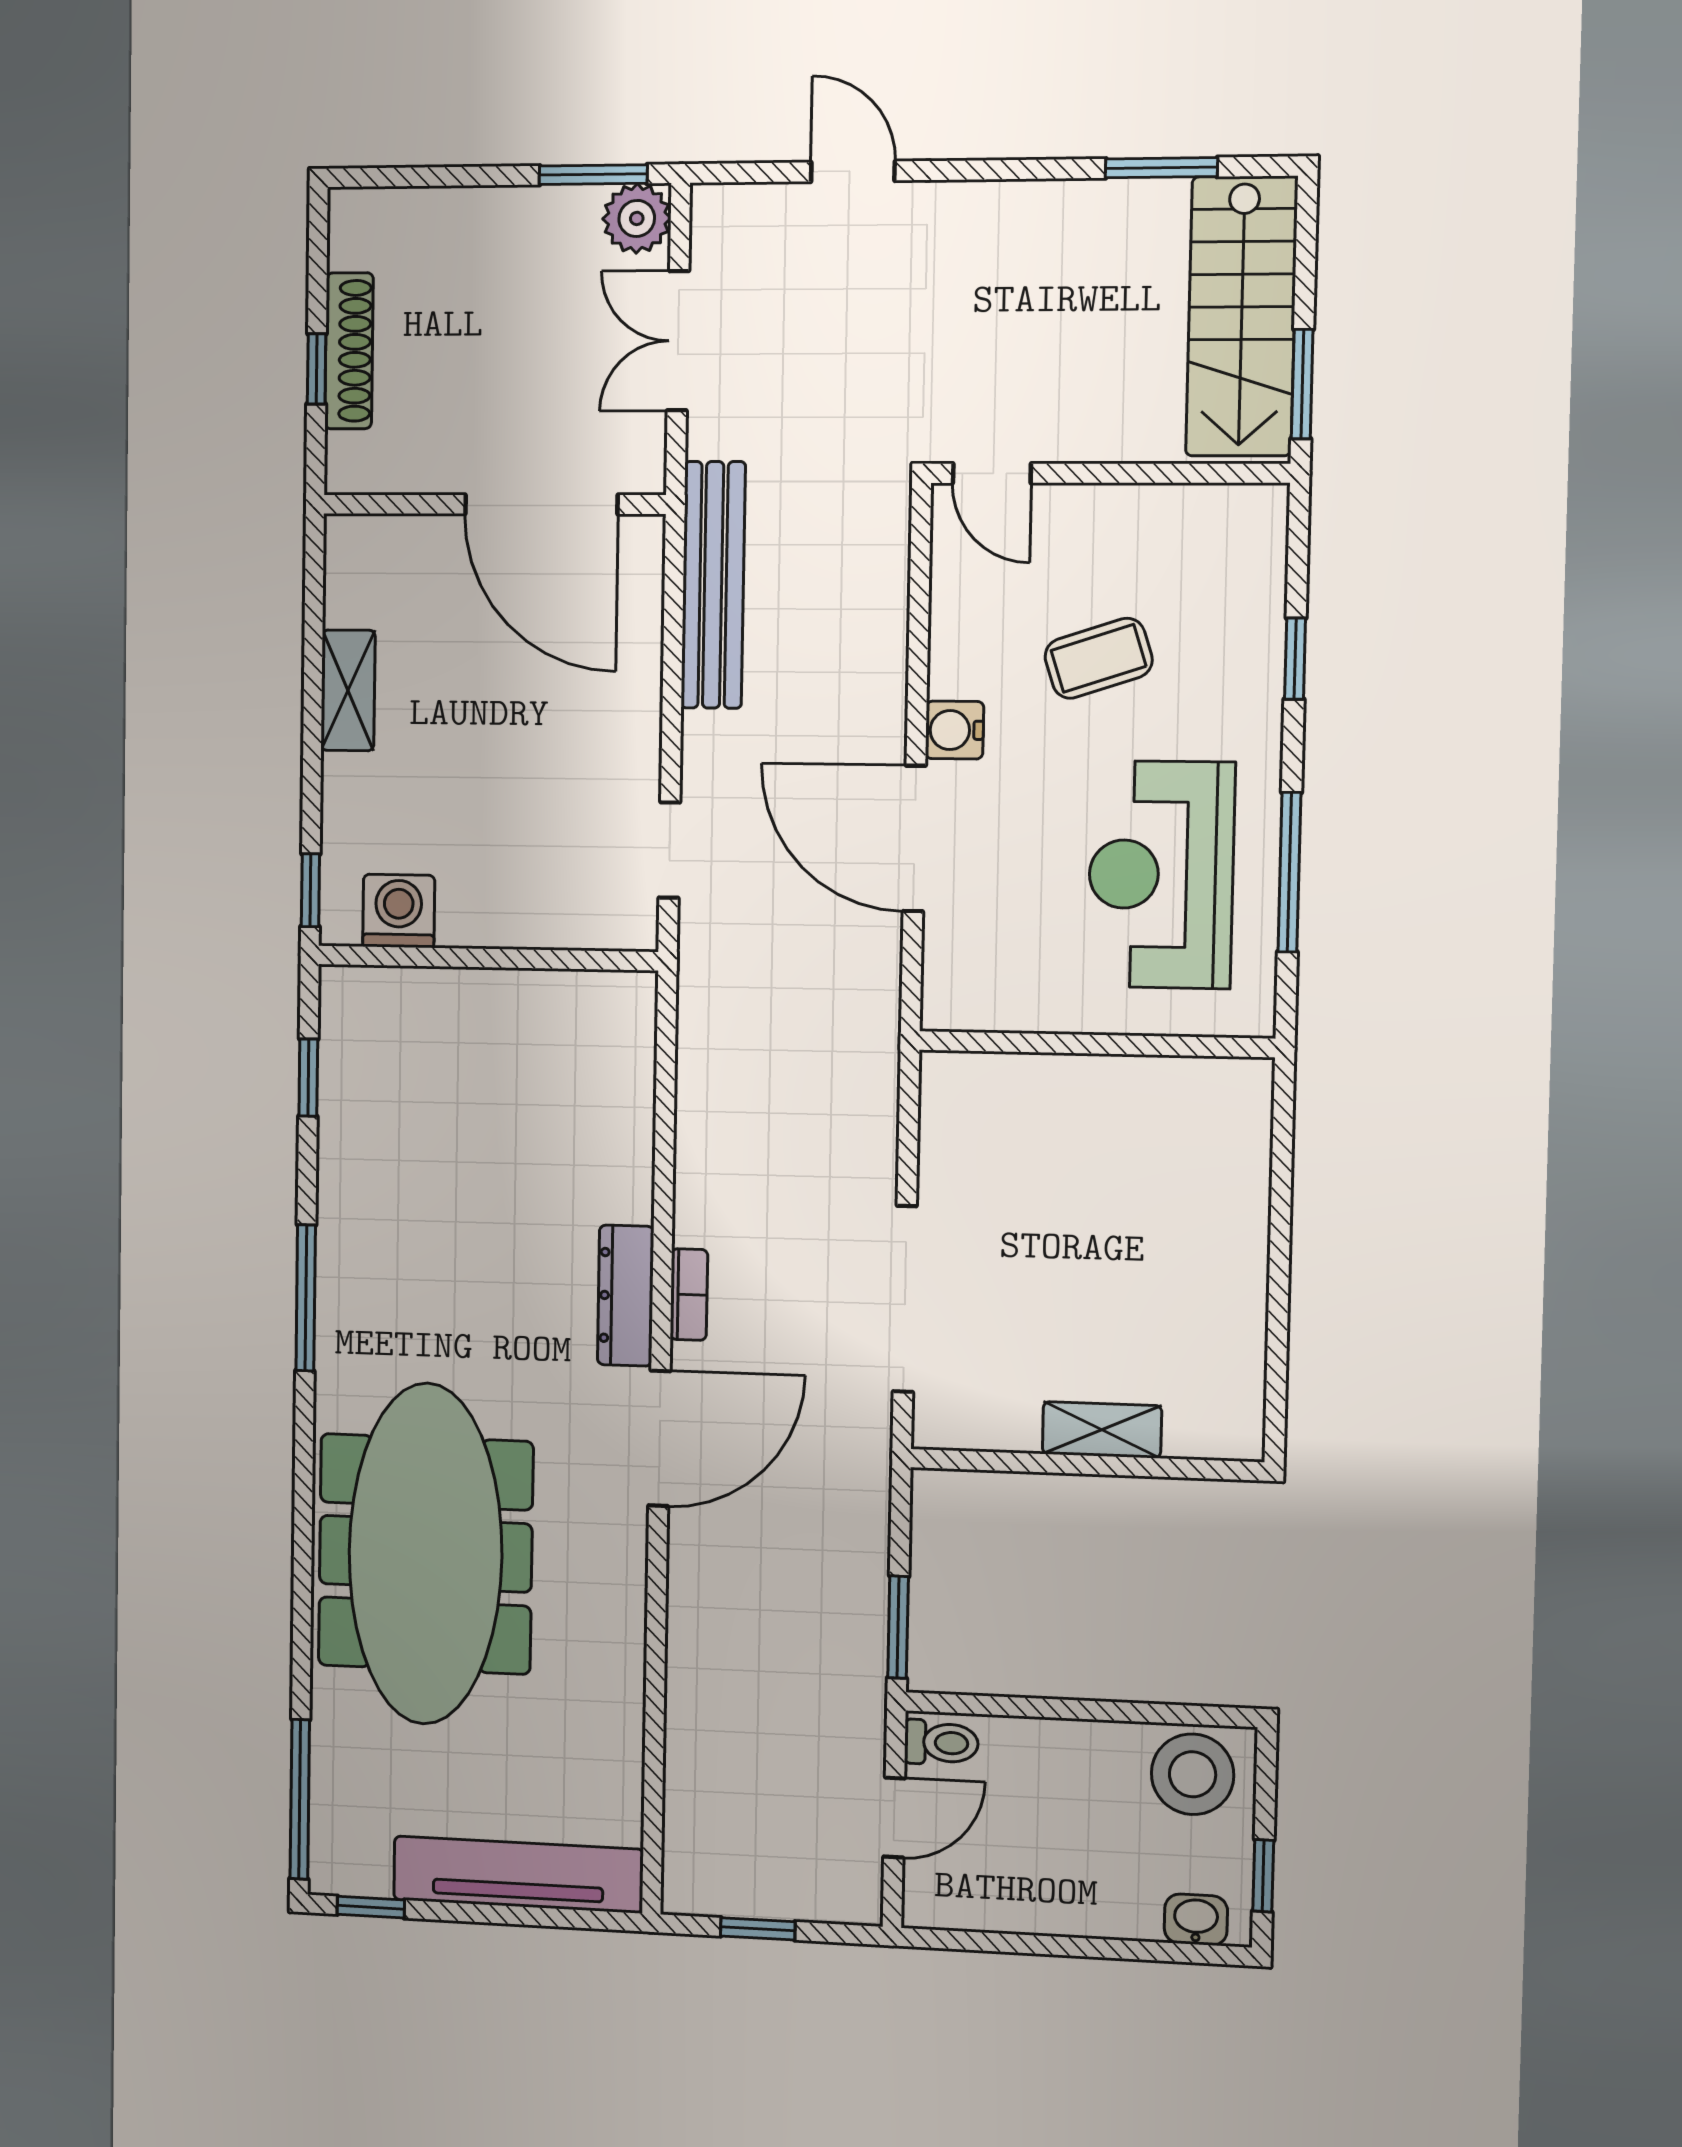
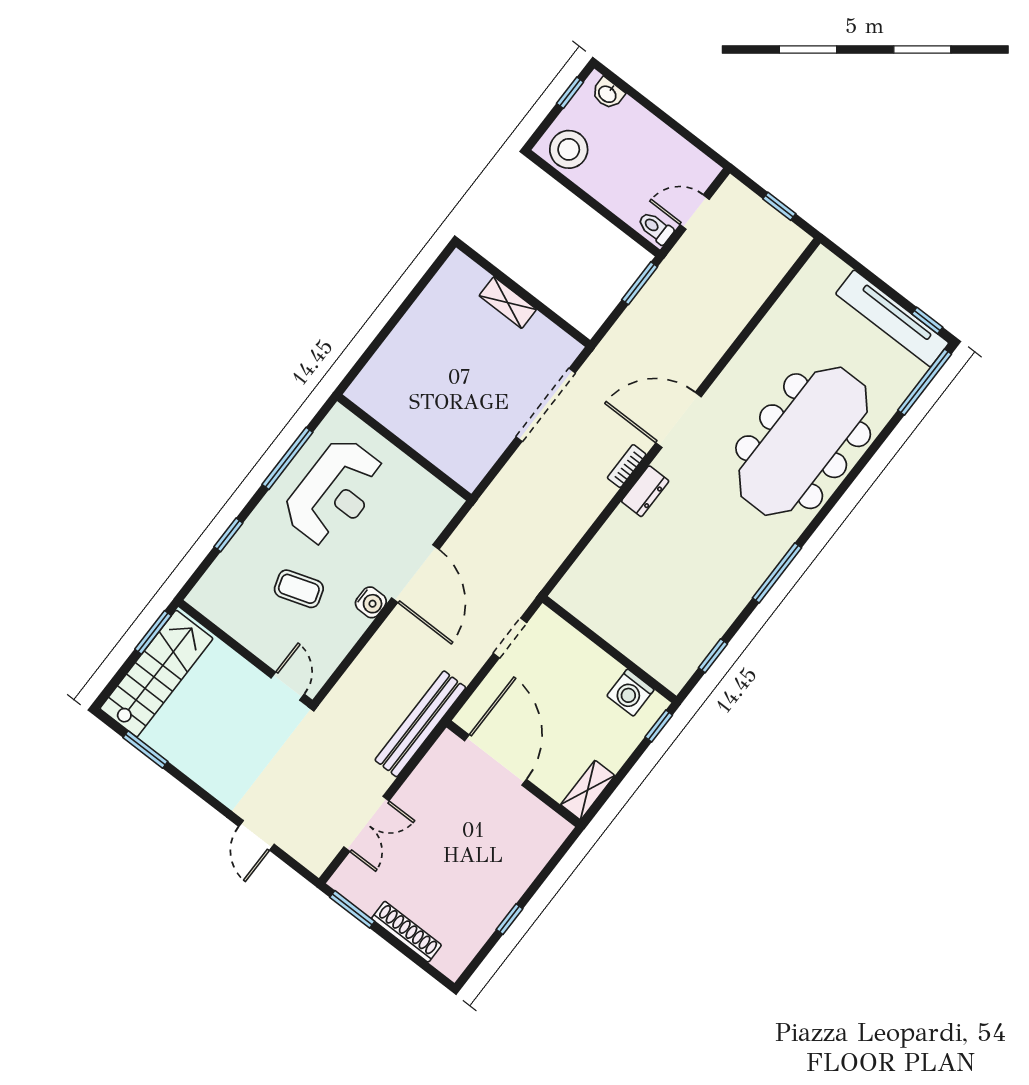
plant: (637, 218) -> (348, 881), removed
shoe rack: (349, 351) -> (406, 932), moved, turned 90
wall: (494, 504) -> (513, 774), moved
door: (541, 504) -> (496, 760), moved
dresser: (626, 1296) -> (645, 491), width x0.70
tv unit: (518, 1874) -> (892, 318), moved

